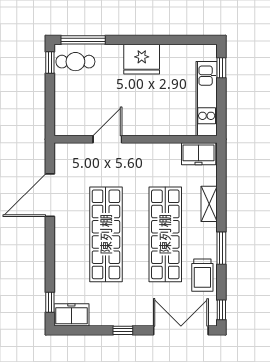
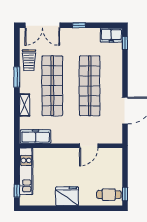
window: (83, 40) -> (104, 208), removed
freezer: (199, 154) -> (36, 137), width x1.40
trolley: (202, 275) -> (29, 60), turned 180
window: (221, 310) -> (17, 38), removed

